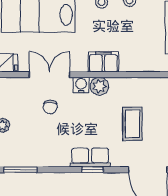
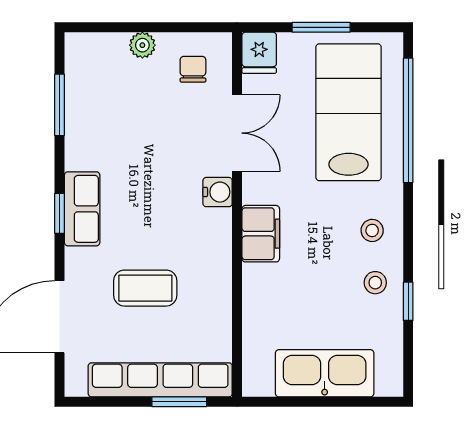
plant: (99, 86) -> (215, 226), removed
chair: (50, 107) -> (193, 69), moved, turned 90
window: (20, 170) -> (60, 105), moved

